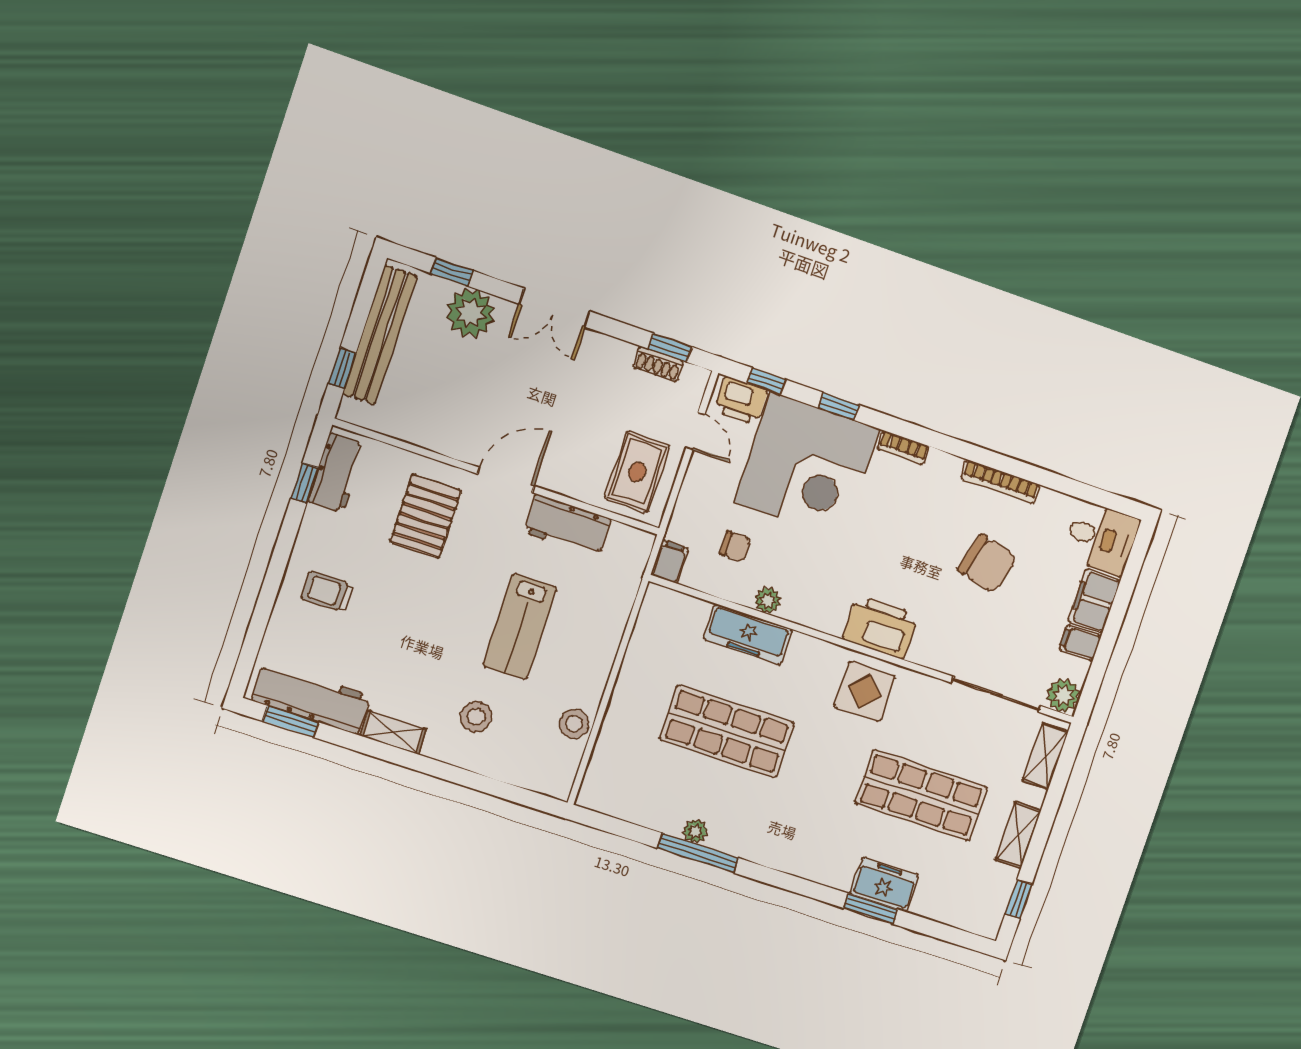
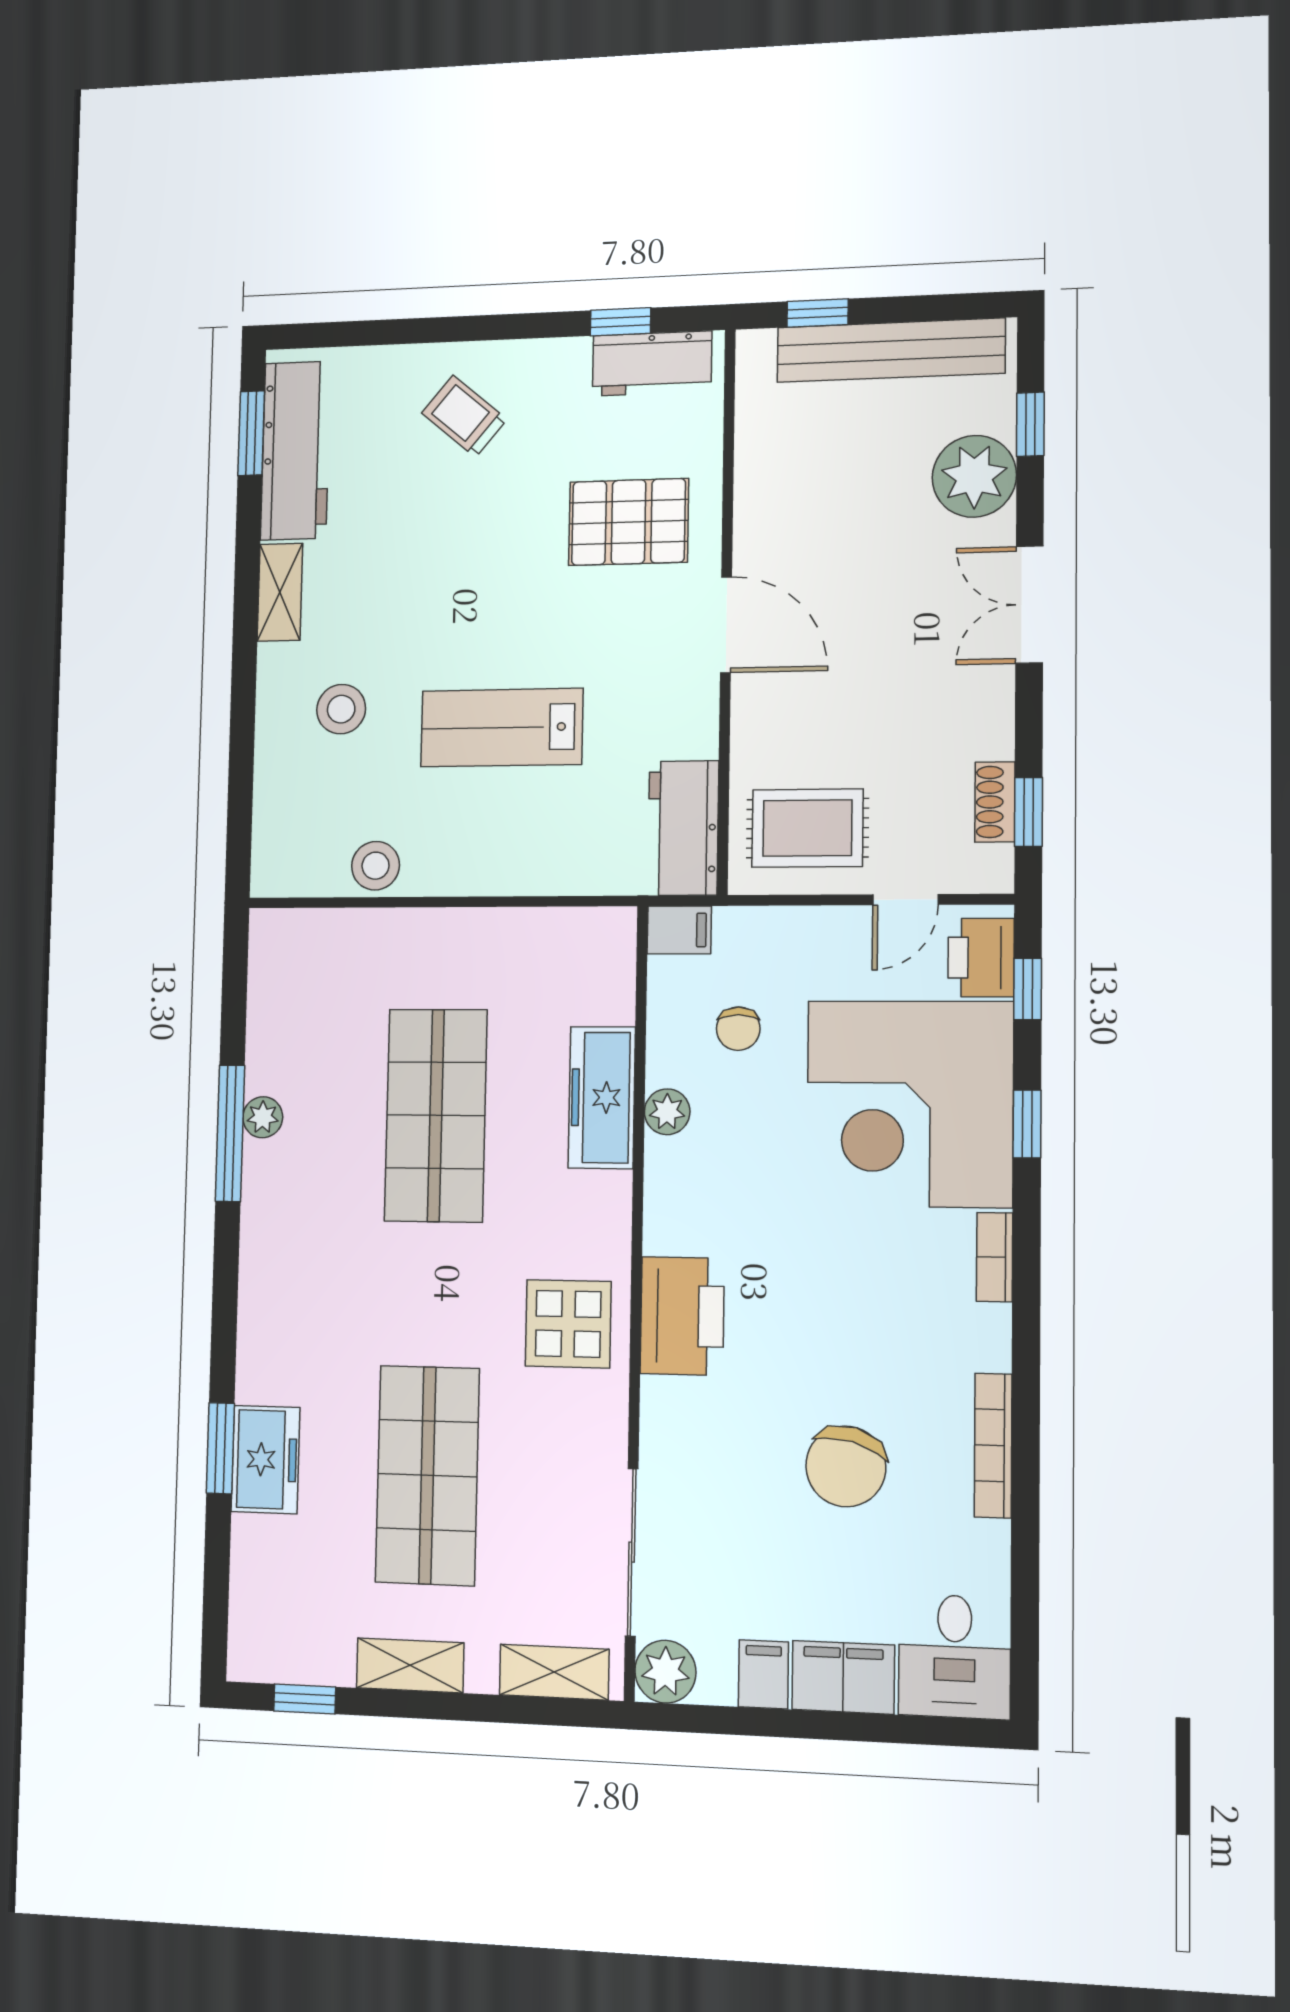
workbench: (567, 526) -> (683, 828), moved
trolley: (327, 592) -> (464, 416), turned -50

